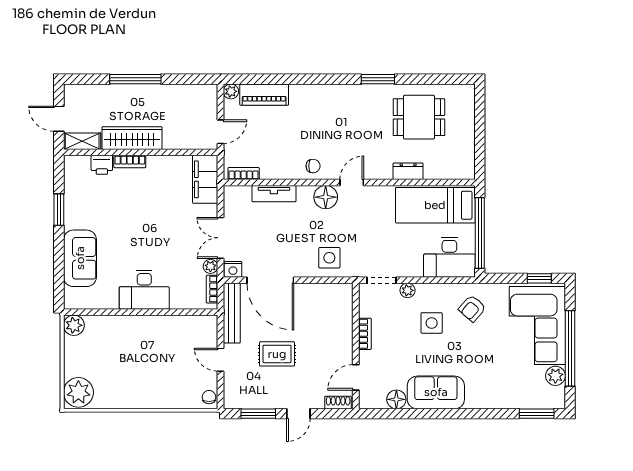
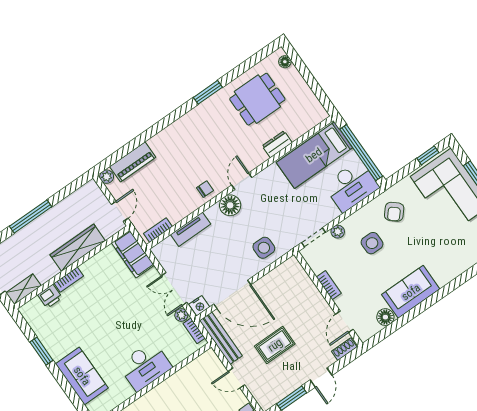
floor lamp: (468, 100) -> (285, 62), added
wardrobe: (132, 138) -> (78, 248), moved

